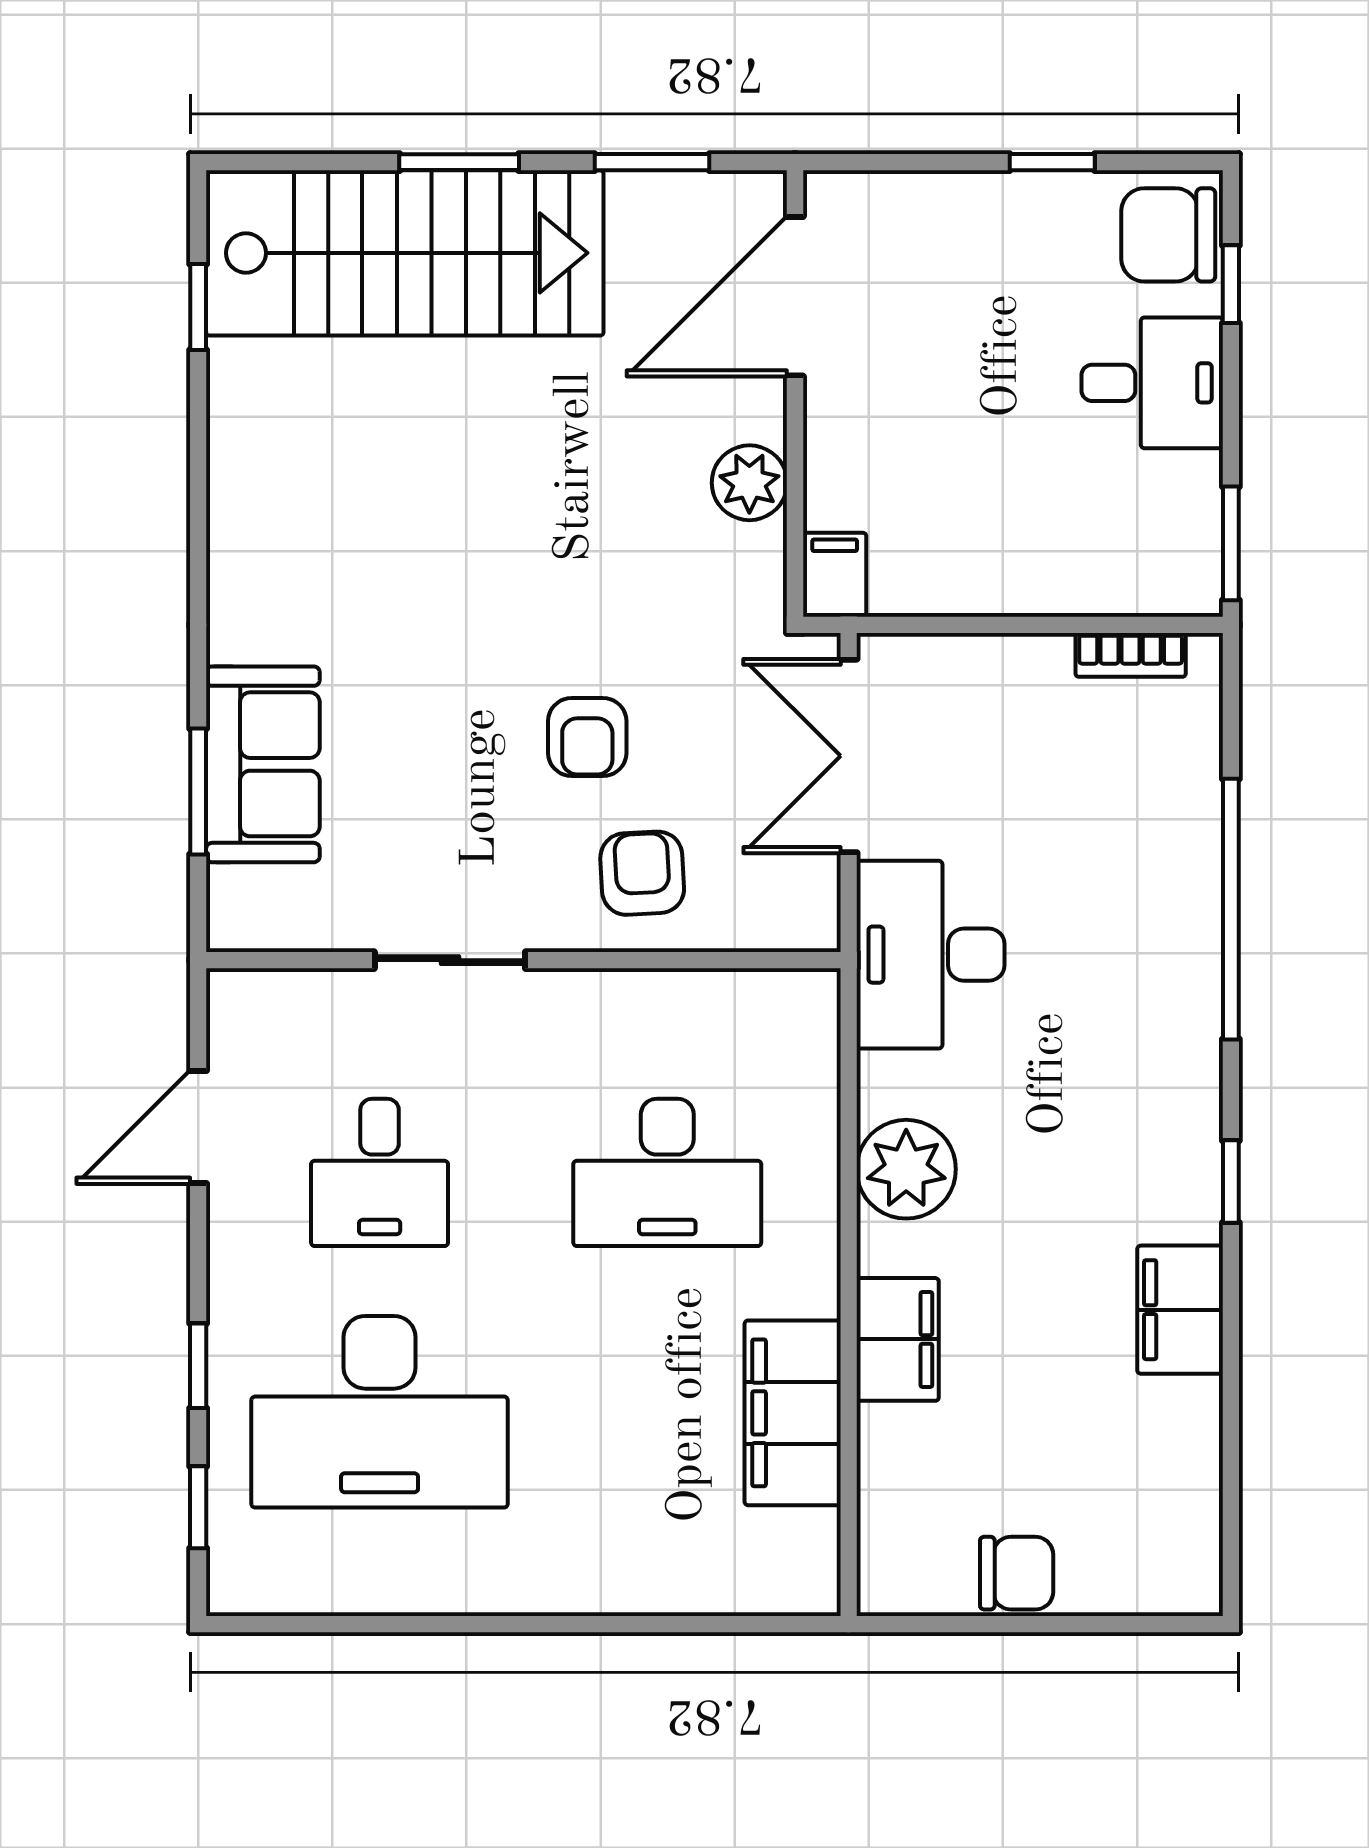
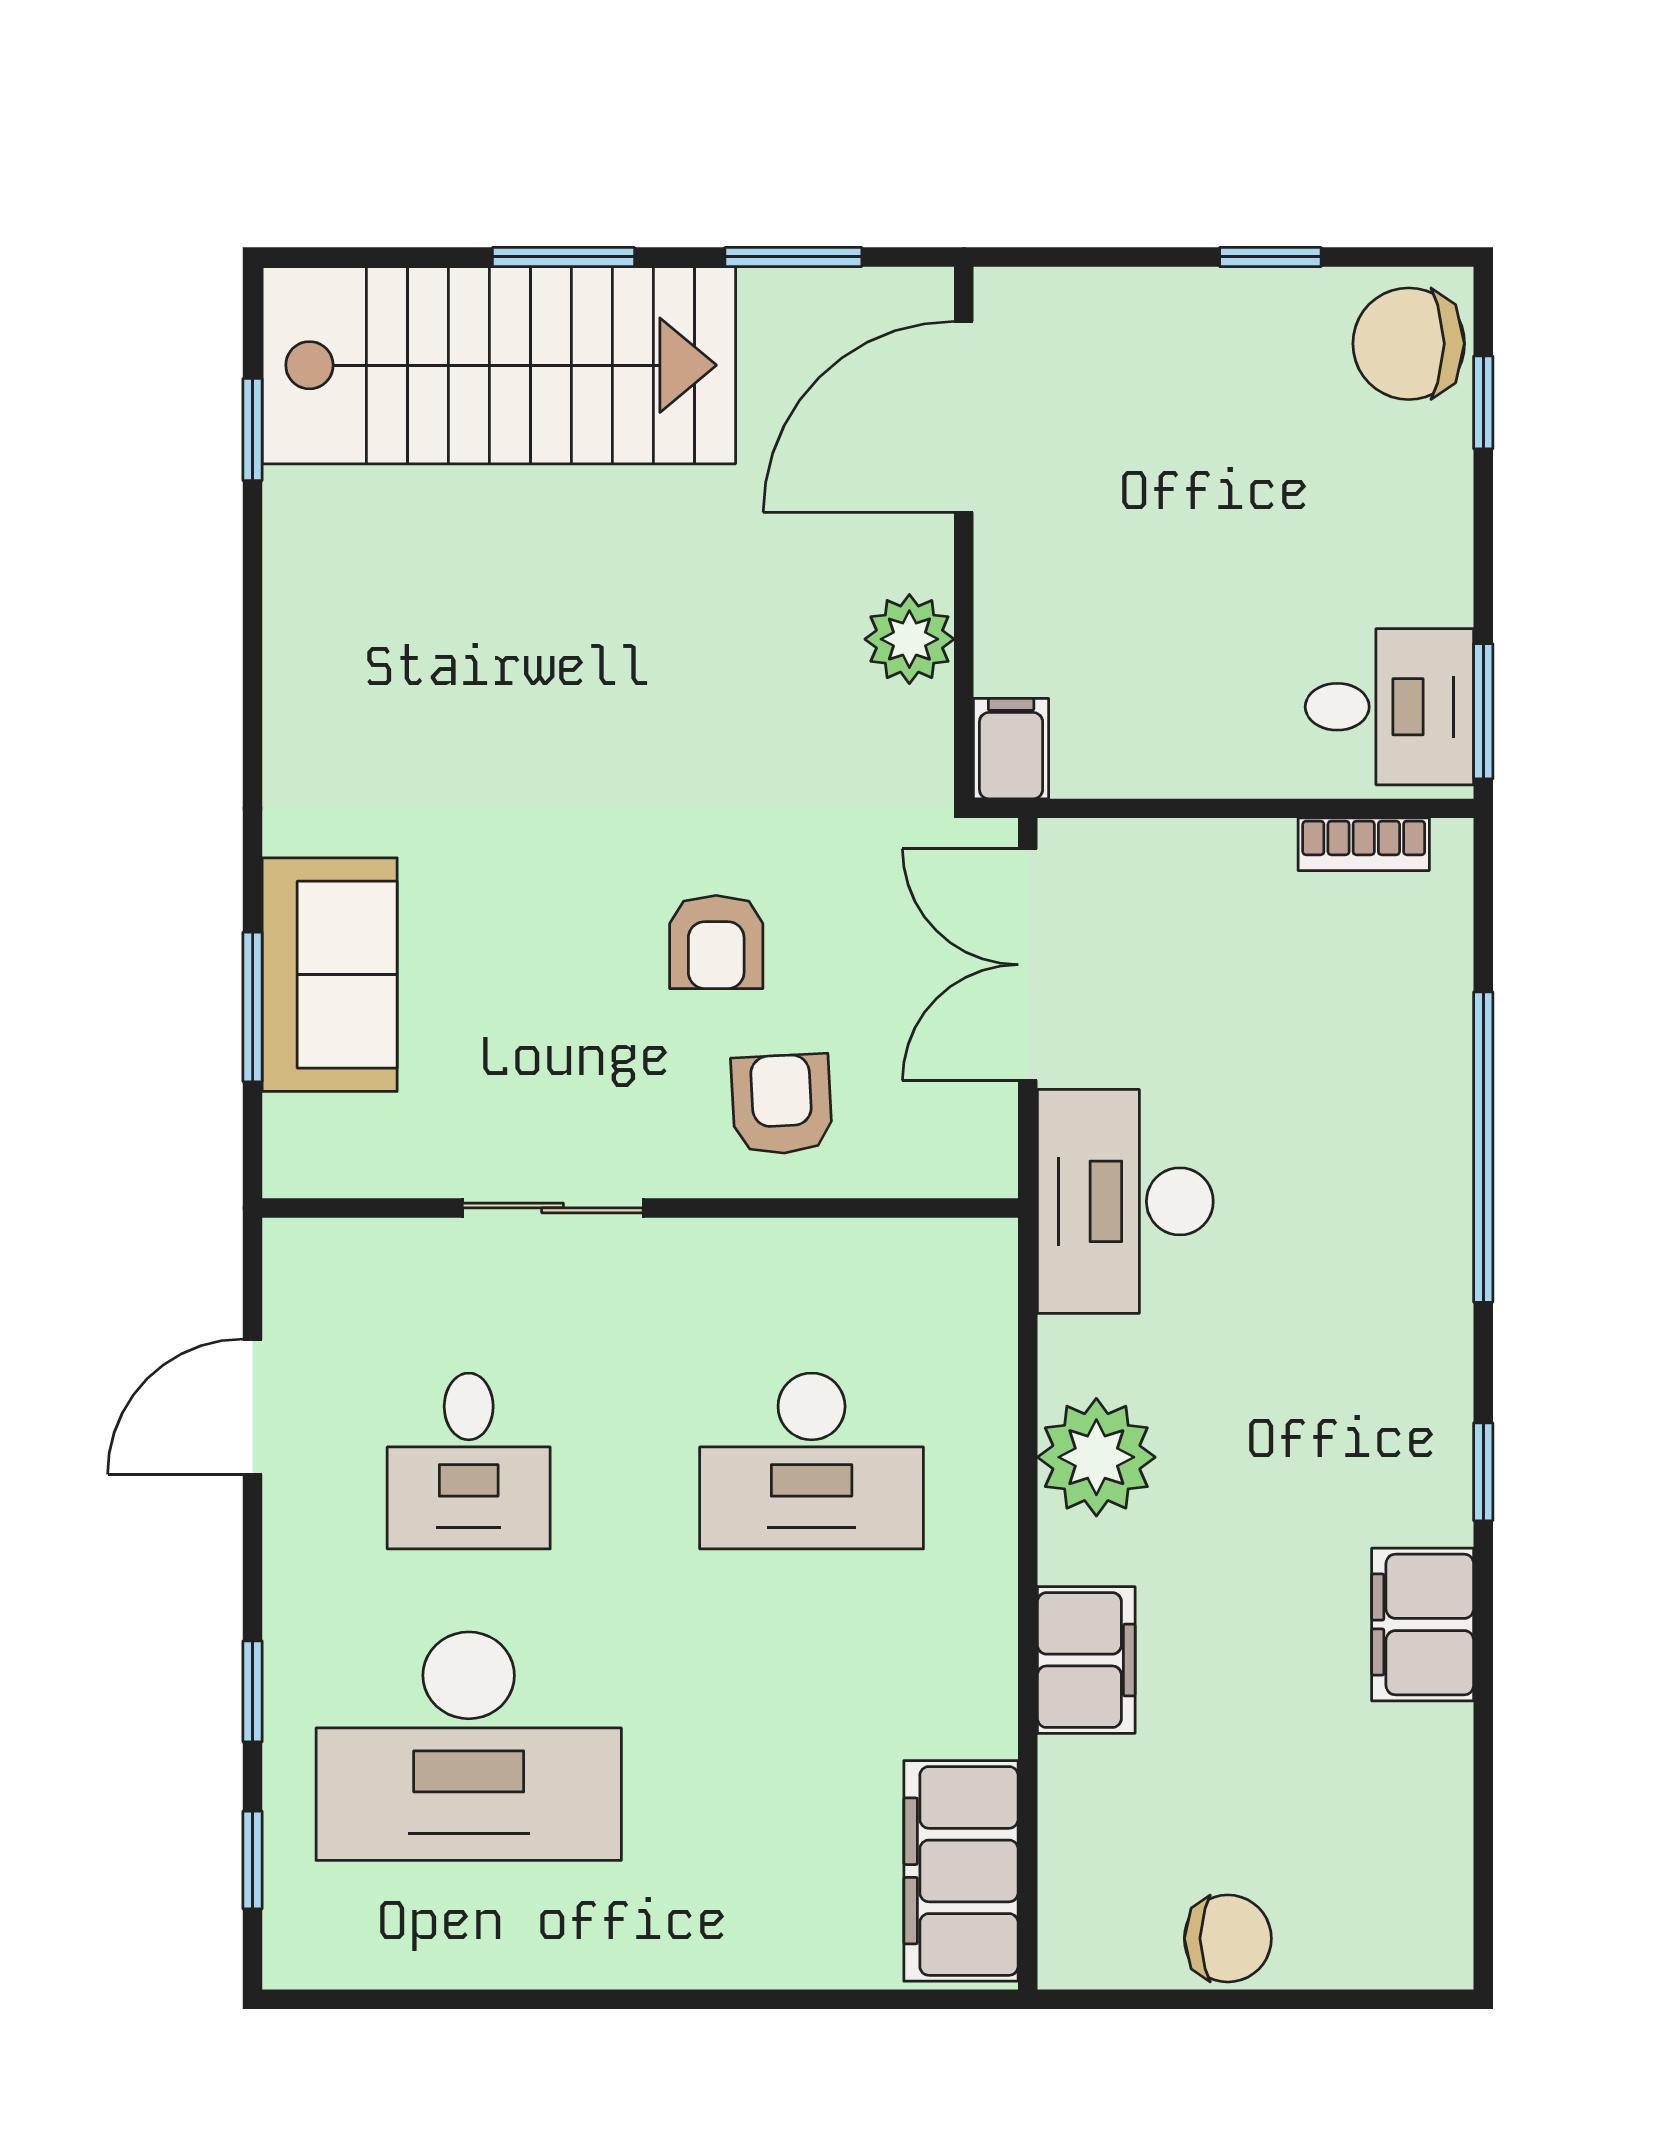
desk: (1152, 383) -> (1389, 707), moved
filing cabinet: (793, 1413) -> (961, 1871), moved

